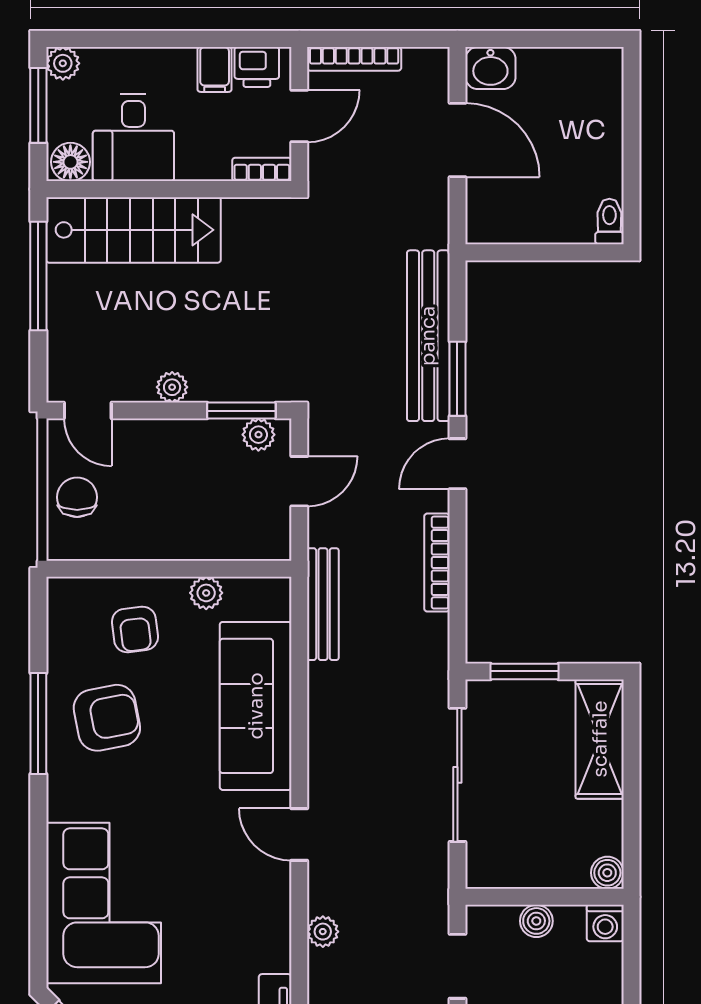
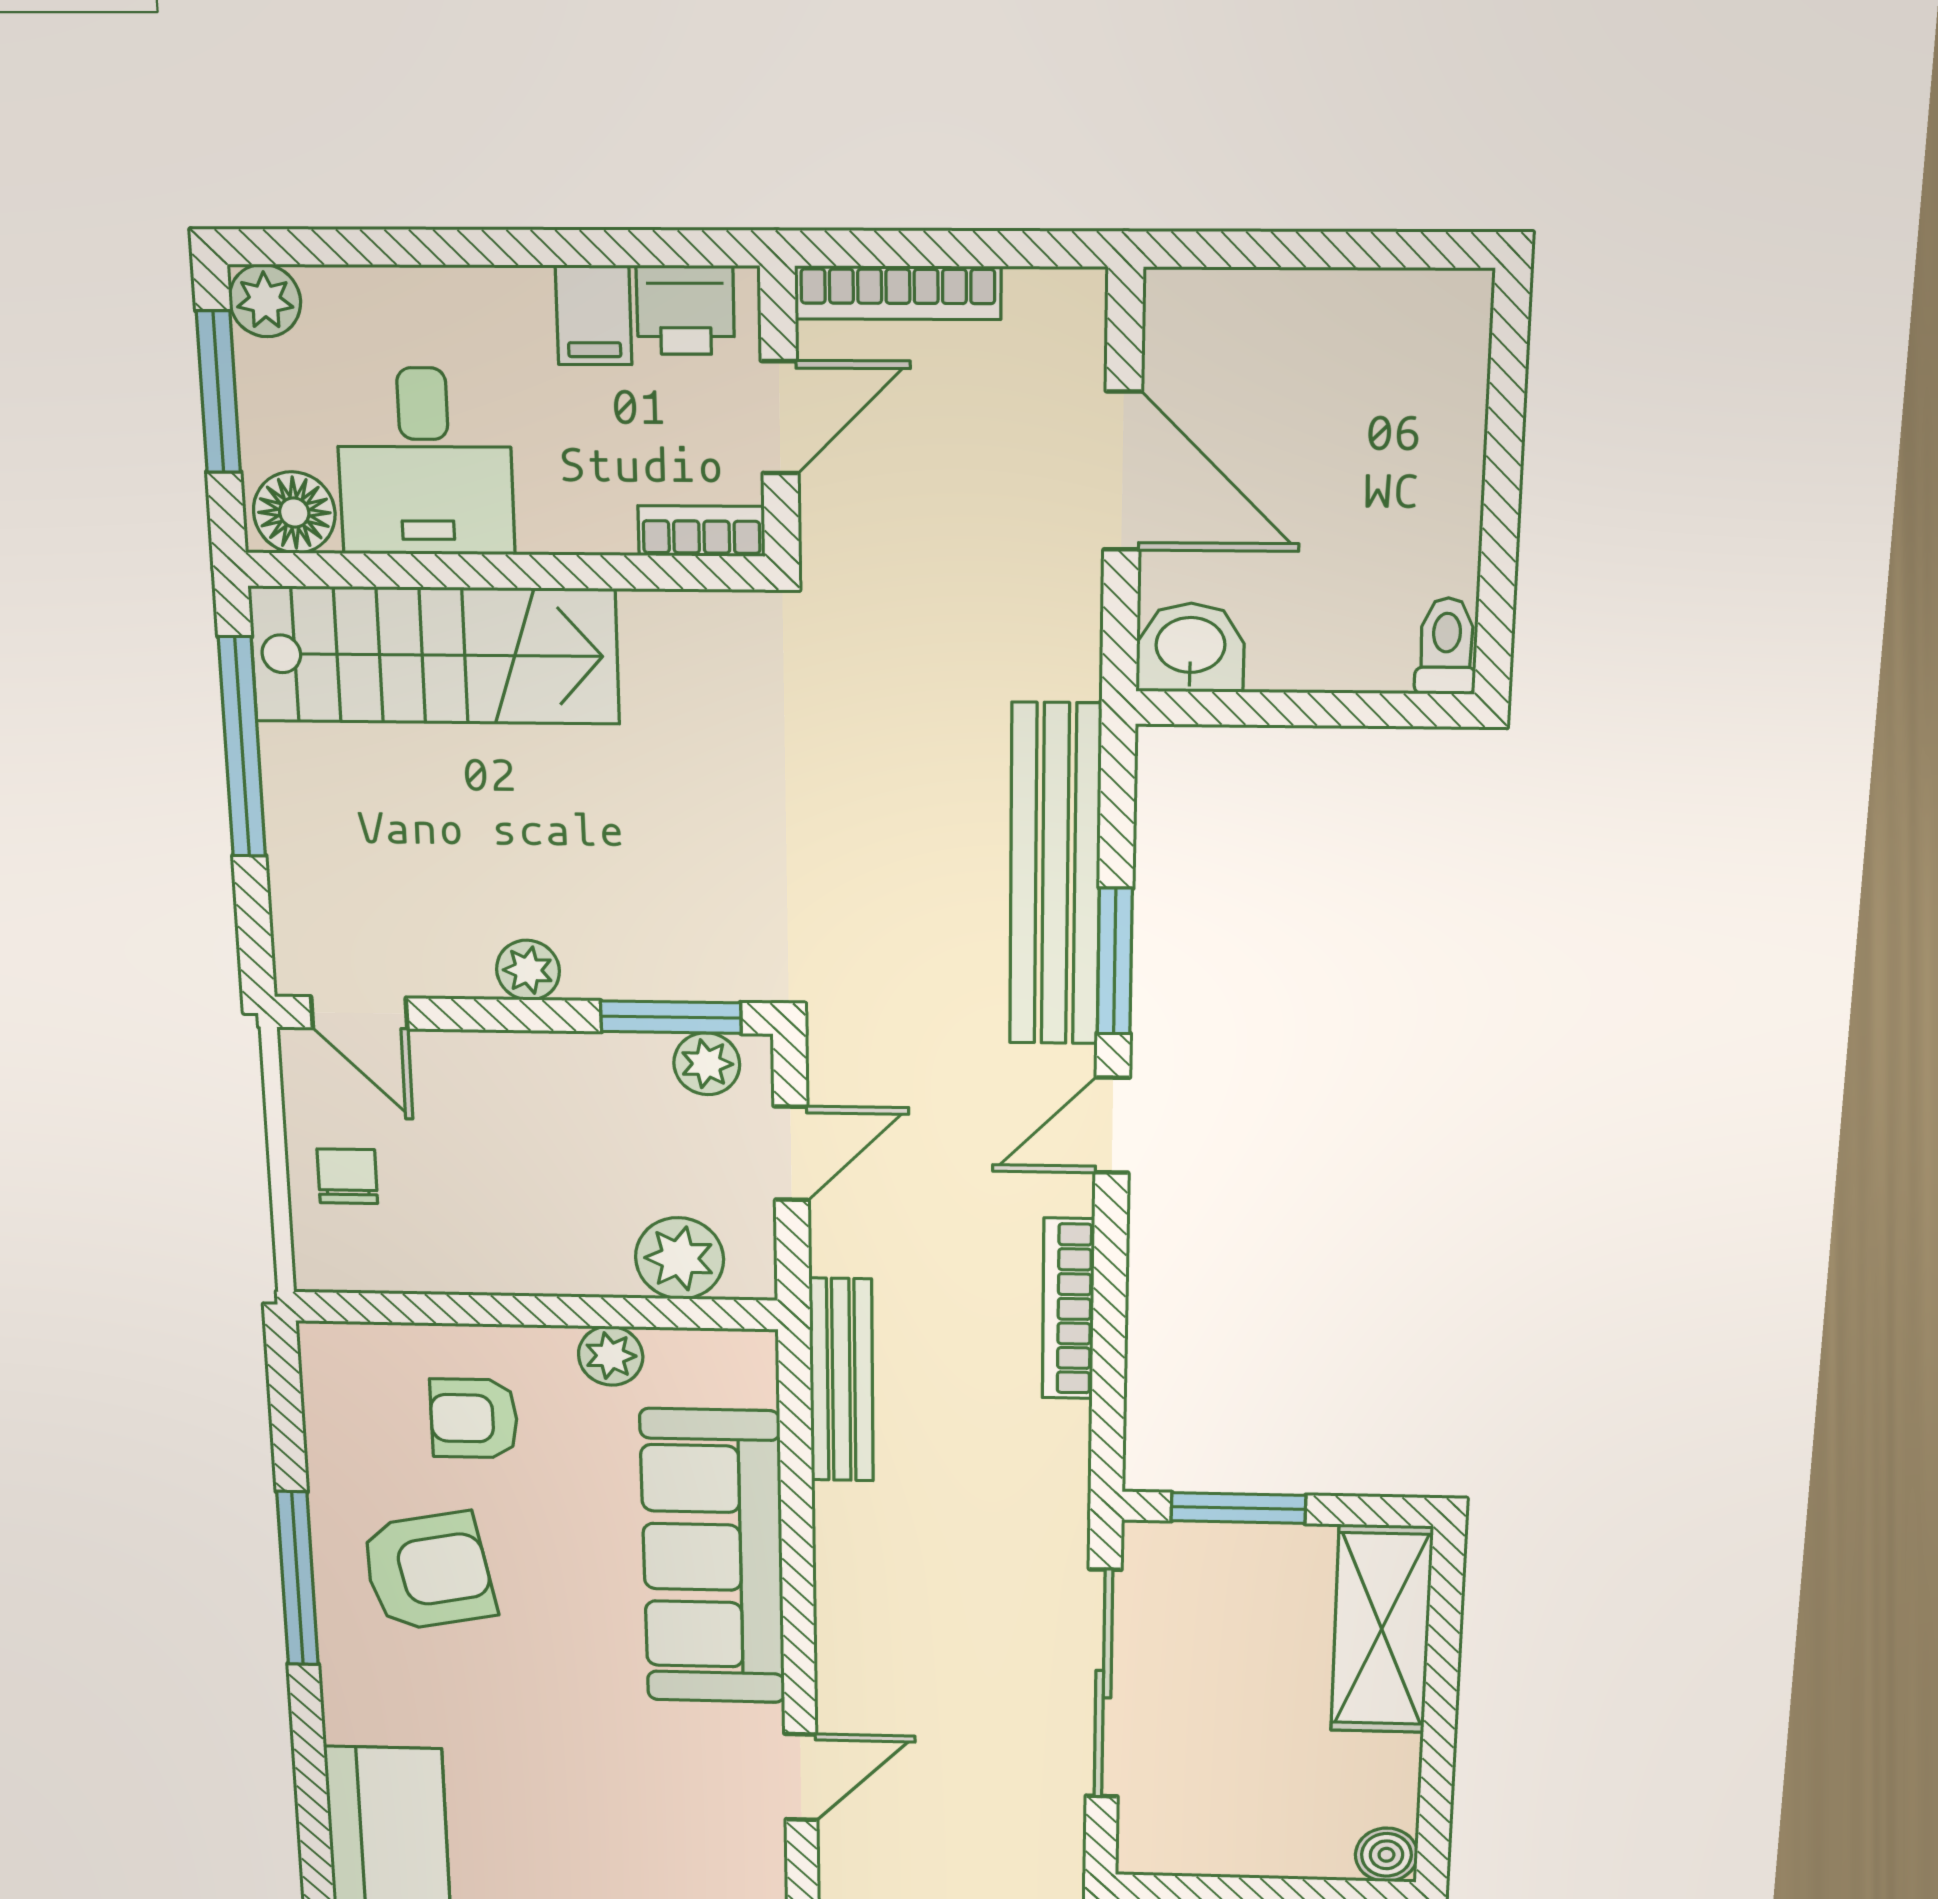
washbasin: (490, 68) -> (1190, 648), moved, turned 180
chair: (77, 497) -> (347, 1176), width x0.73, depth x0.73
plant: (242, 539) -> (680, 1258), added
armchair: (135, 629) -> (474, 1418), turned 97
door: (299, 835) -> (801, 1777), swing flipped

